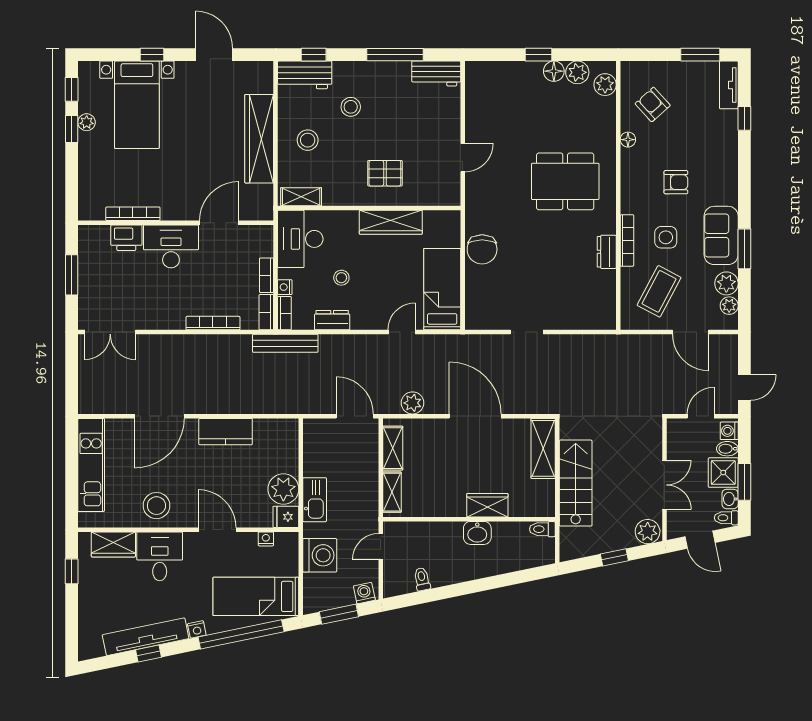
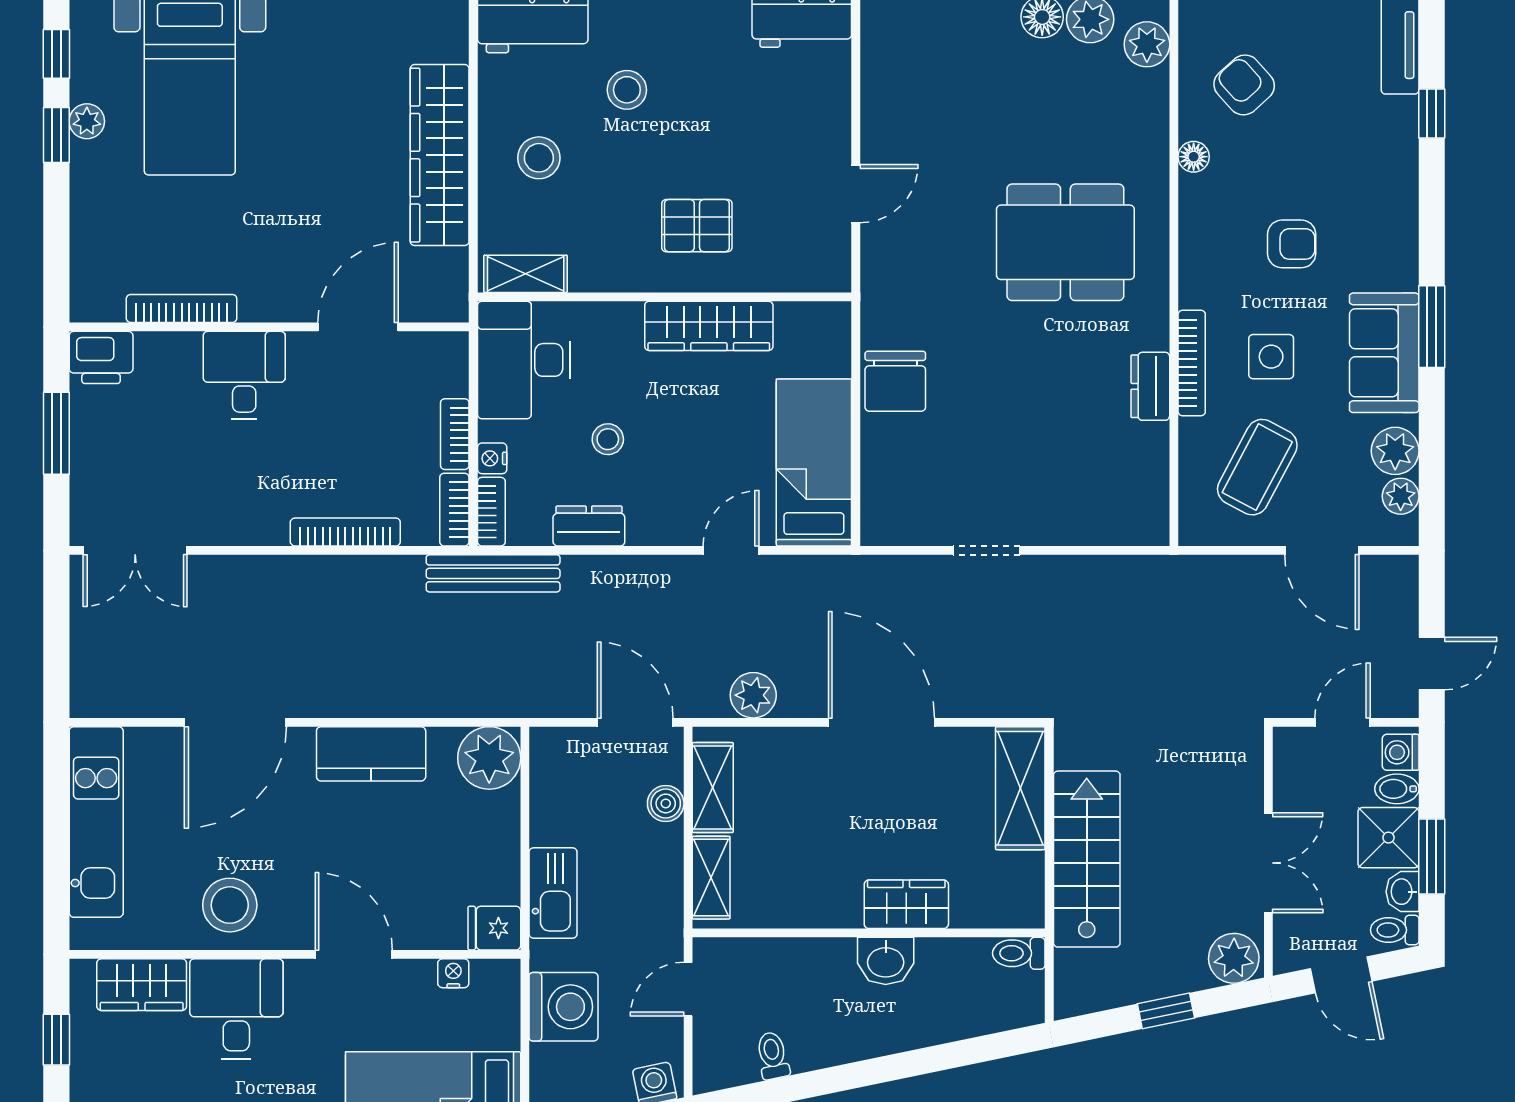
printer: (126, 238) -> (101, 357), moved
desk: (171, 246) -> (244, 375), width x0.73
window: (744, 249) -> (1432, 327), moved
boiler: (370, 456) -> (666, 803), added
plant: (283, 489) -> (489, 758), moved

